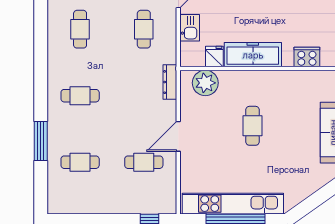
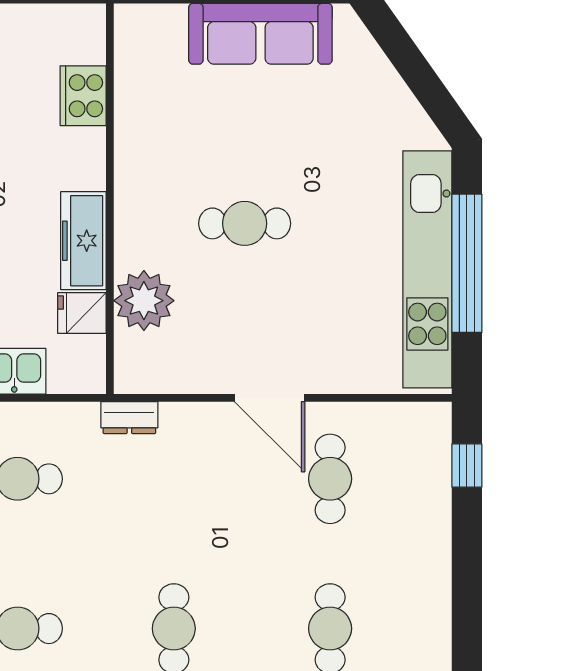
freezer: (253, 55) -> (83, 241), width x0.73, depth x0.79
dresser: (170, 82) -> (129, 418), width x0.70
plant: (205, 83) -> (144, 301), moved

